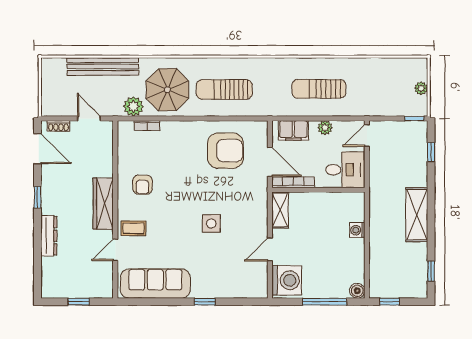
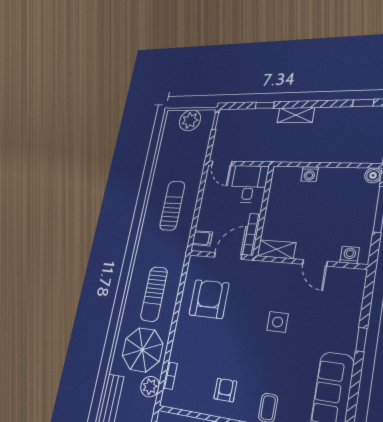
plant: (421, 88) -> (190, 120), width x1.88, depth x1.88
sun lounger: (319, 89) -> (172, 206), turned 180
plant: (325, 128) -> (207, 201), removed
filing cabinet: (293, 130) -> (202, 238), width x0.50
window: (431, 152) -> (265, 105), moved
armchair: (142, 185) -> (225, 390), turned -90
shelving: (417, 215) -> (296, 115), width x0.67, depth x0.75
washing machine: (287, 280) -> (350, 255), width x0.53, depth x0.53

